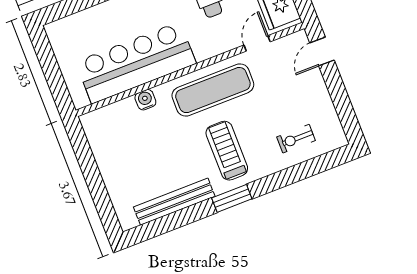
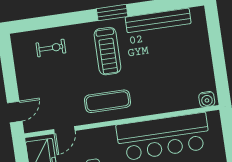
exercise mat: (213, 90) -> (108, 101), width x0.73, depth x0.69
water cooler: (145, 100) -> (207, 99), moved

